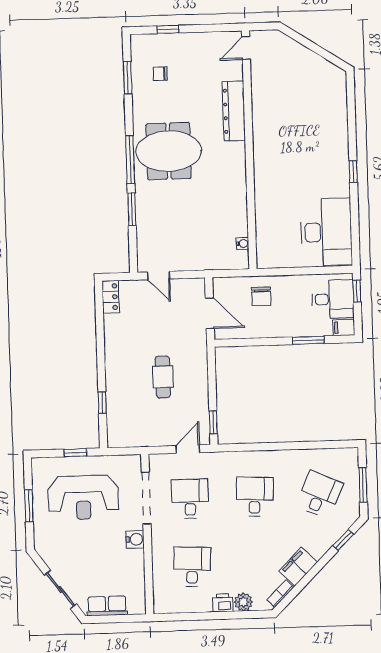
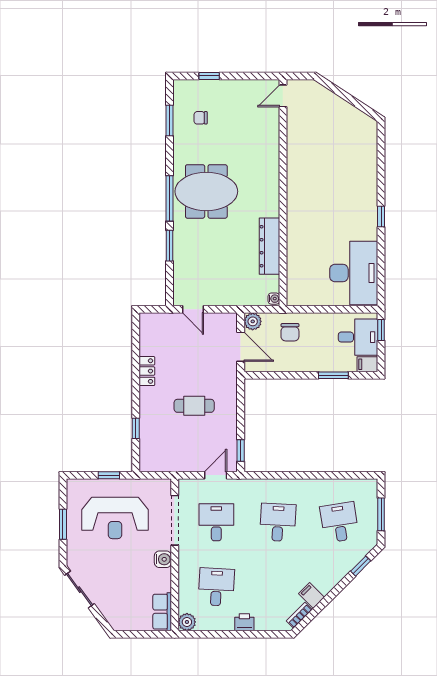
dresser: (234, 111) -> (269, 246), moved
water cooler: (243, 244) -> (274, 299), moved
plant: (222, 286) -> (253, 321), added
locker: (111, 297) -> (147, 371), moved
cafe table: (163, 377) -> (194, 406), turned 90
desk: (319, 495) -> (339, 522), turned -33
filing cabinet: (298, 566) -> (311, 596), width x0.50
sliding door: (60, 590) -> (80, 590), moved
plant: (243, 602) -> (187, 622), moved
row of seats: (107, 606) -> (162, 612), moved, turned -90

